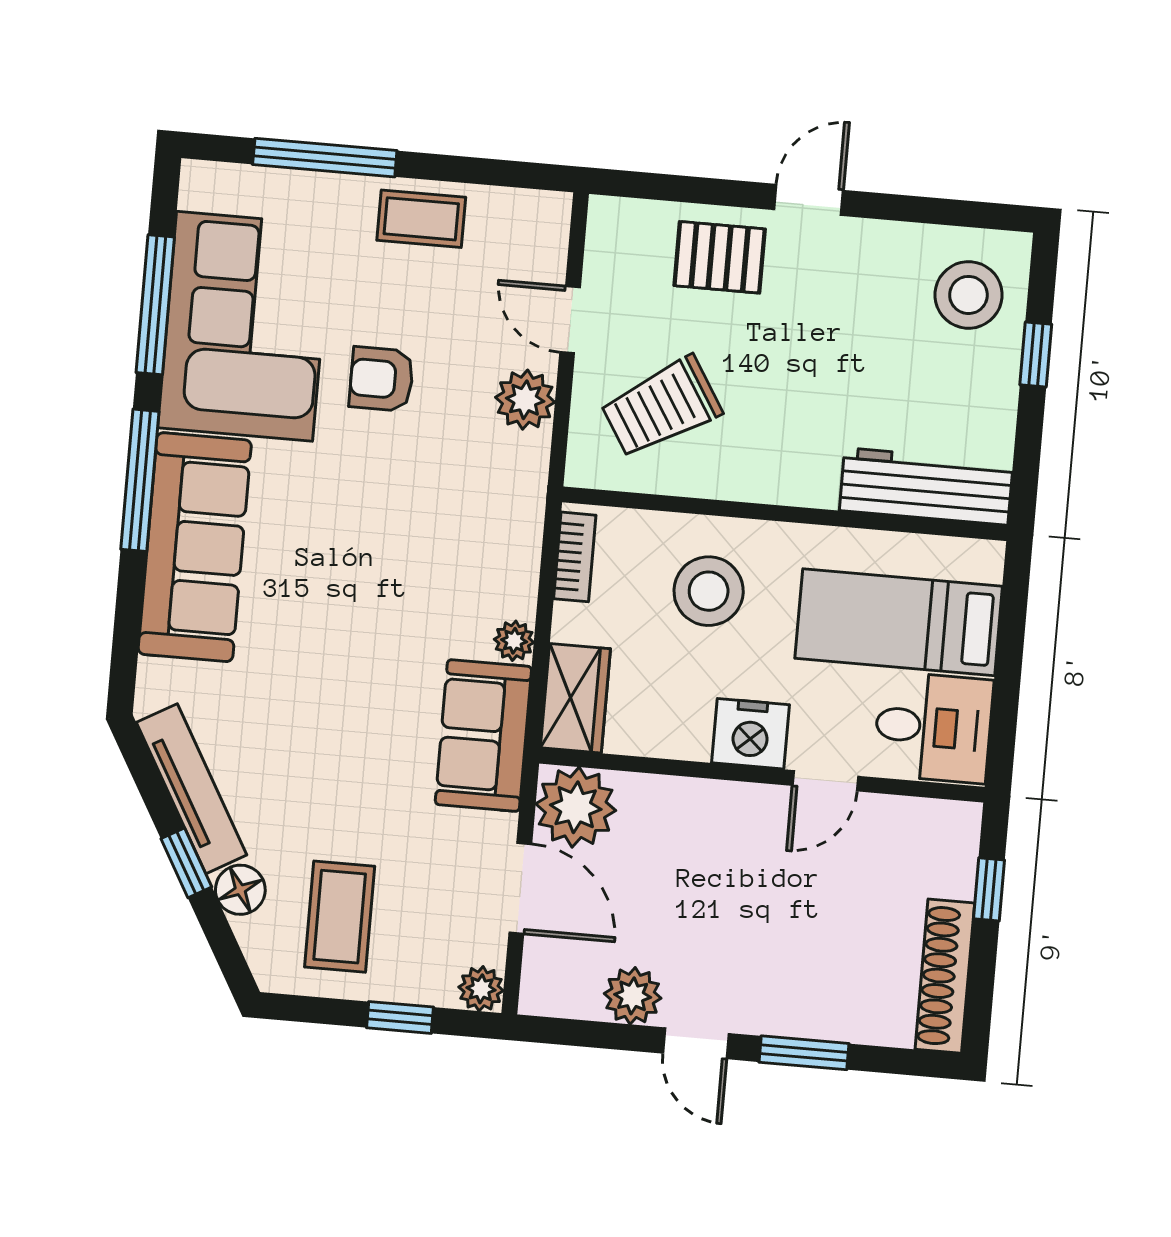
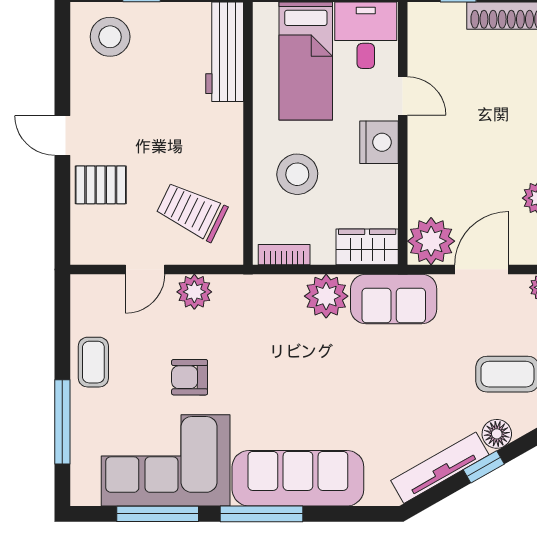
pallet: (720, 257) -> (101, 185), turned 90
armchair: (381, 379) -> (190, 377), turned 90
trolley: (661, 407) -> (192, 211), turned 148
plant: (514, 641) -> (326, 296), width x1.87, depth x1.87

